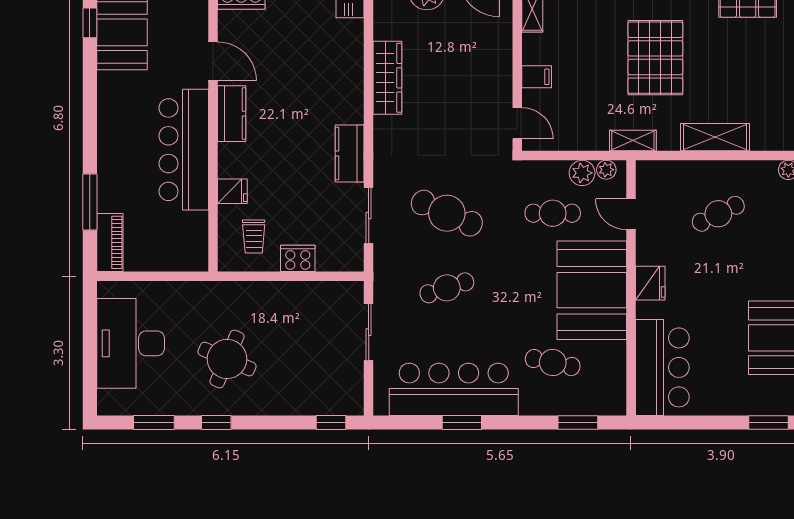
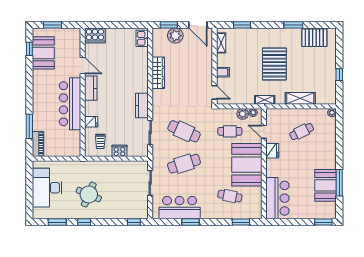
fridge: (650, 283) -> (272, 151), moved
cafe table: (447, 288) -> (184, 164), width x1.37, depth x1.35
bar counter: (454, 389) -> (180, 208), width x0.73

